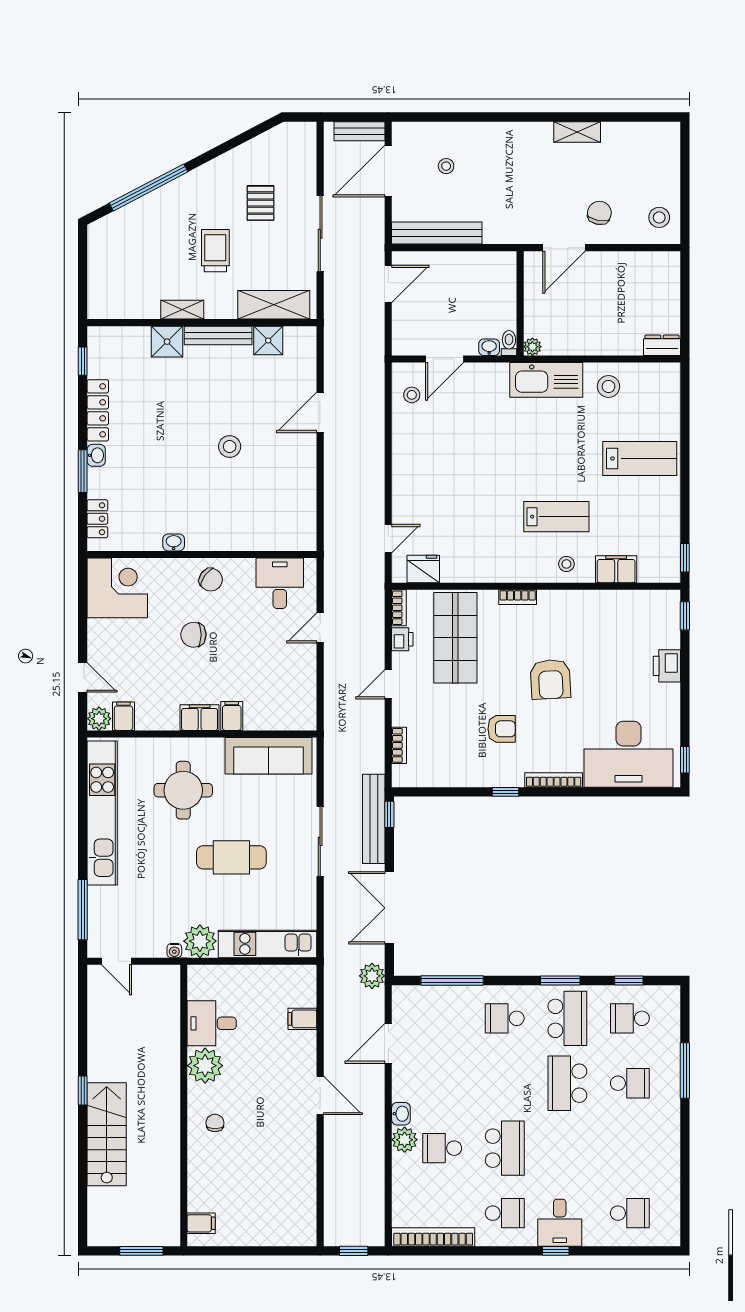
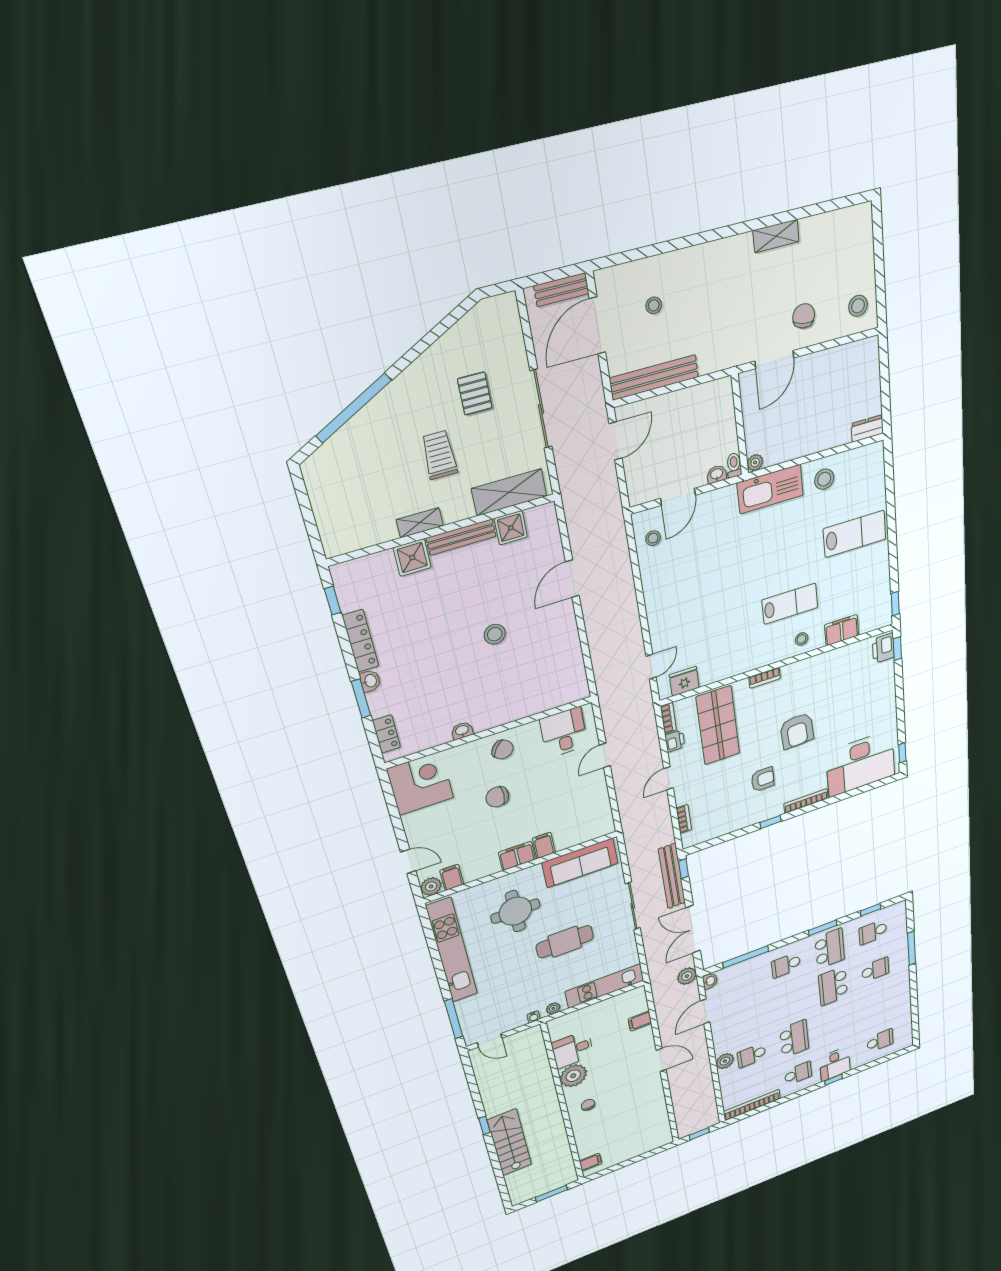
printer: (667, 666) -> (883, 648), moved
plant: (200, 941) -> (553, 1008), width x0.53, depth x0.53
washbasin: (401, 1114) -> (710, 981), moved

